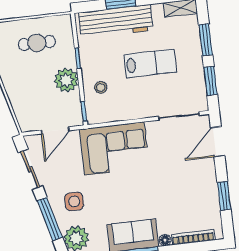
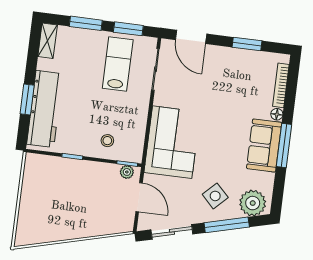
cafe table: (37, 43) -> (47, 194), removed
lab bench: (150, 63) -> (118, 64), moved
plant: (66, 80) -> (127, 172), moved, width x0.53, depth x0.53
side table: (74, 201) -> (215, 196), turned 45

